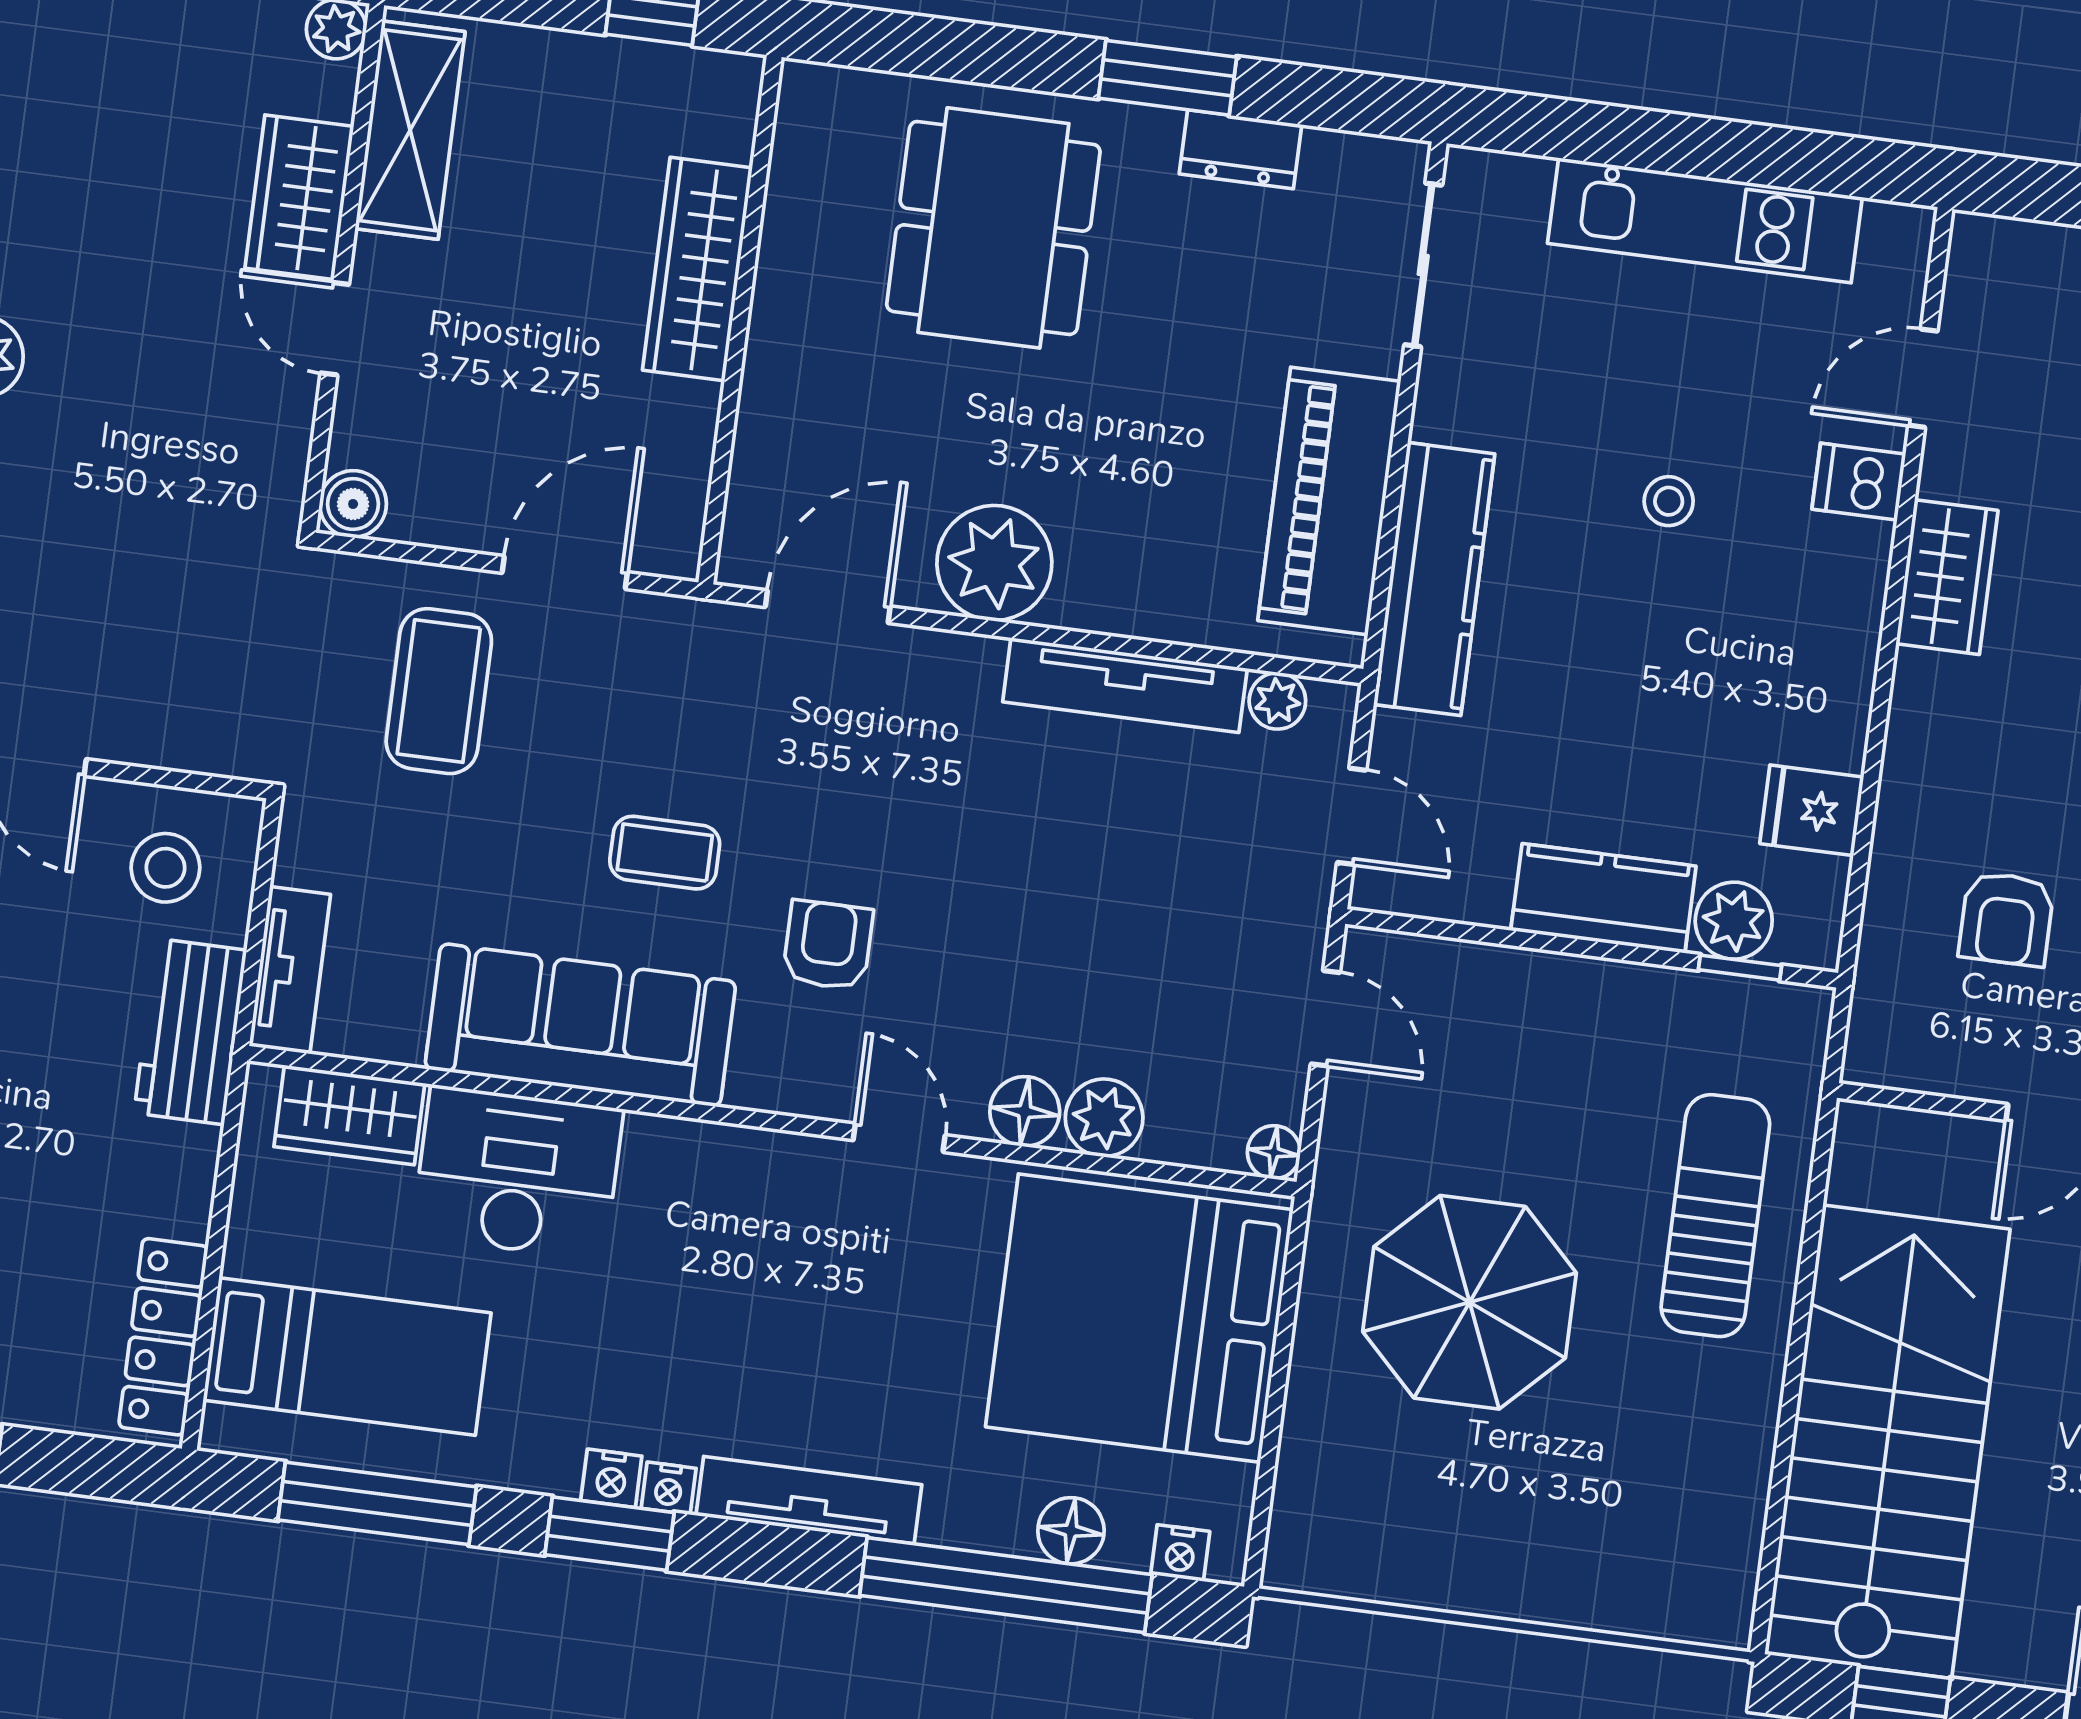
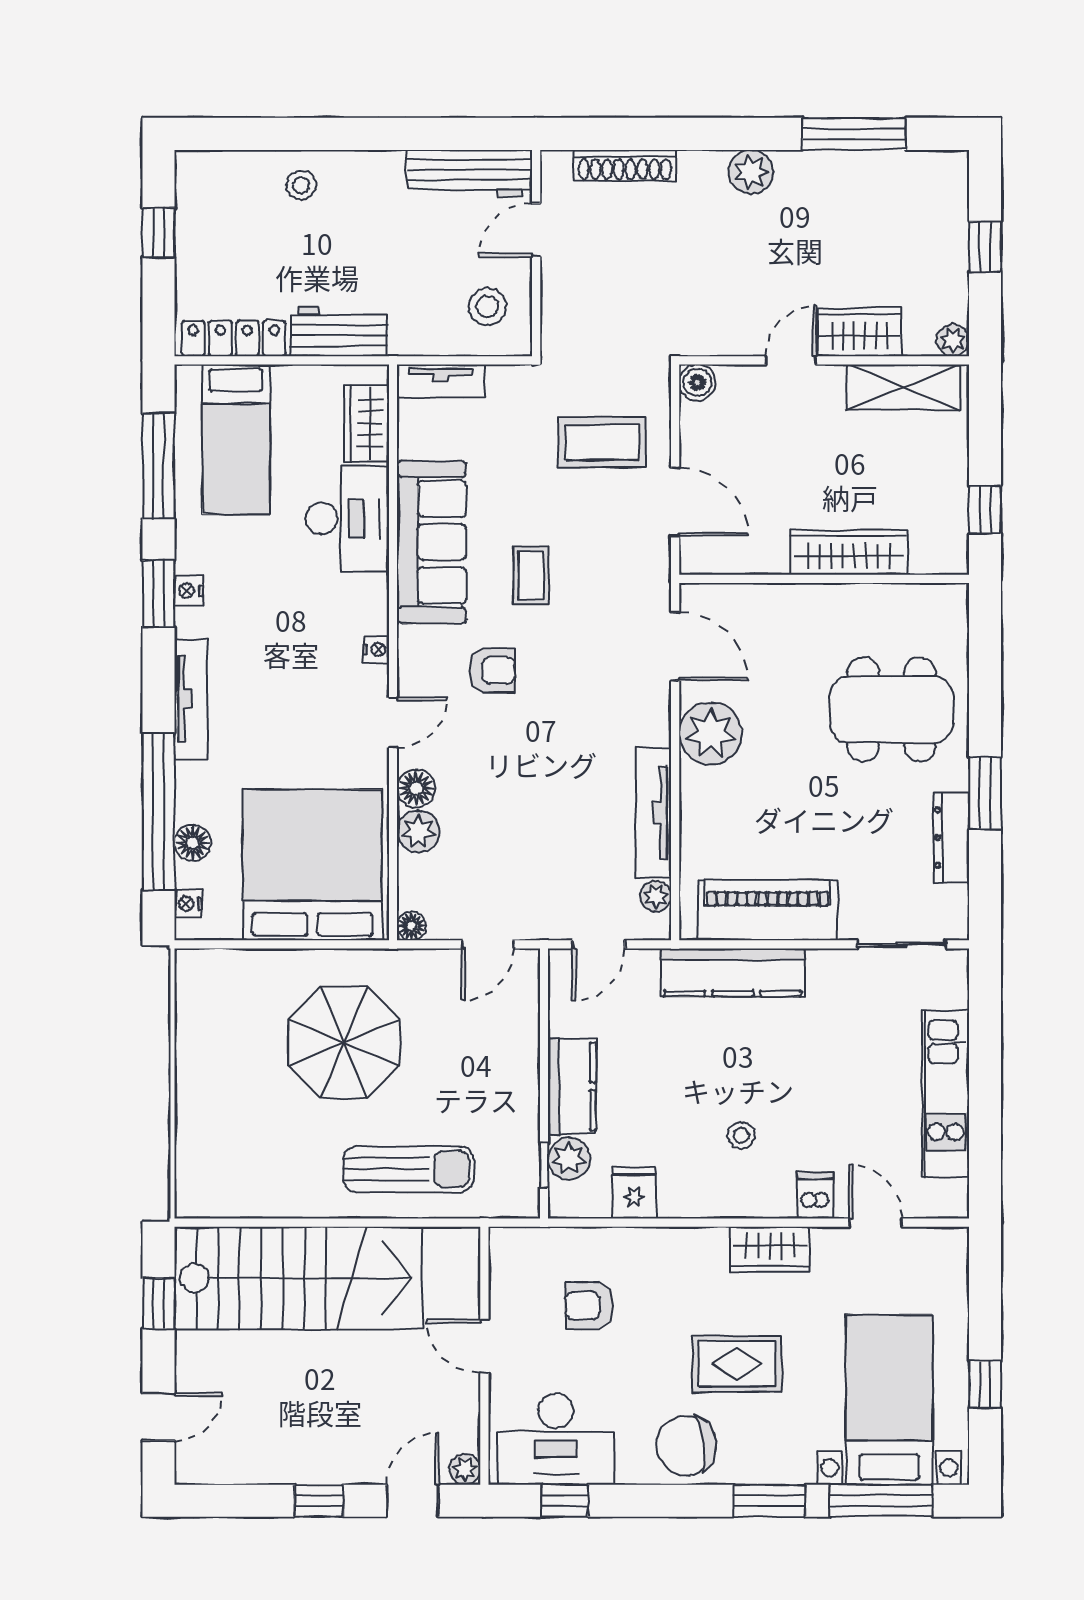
dresser: (1240, 149) -> (951, 837), width x1.44
stool: (1669, 501) -> (741, 1135), moved
workbench: (190, 1032) -> (339, 332), moved
nightstand: (669, 1488) -> (376, 649), moved, turned 180

